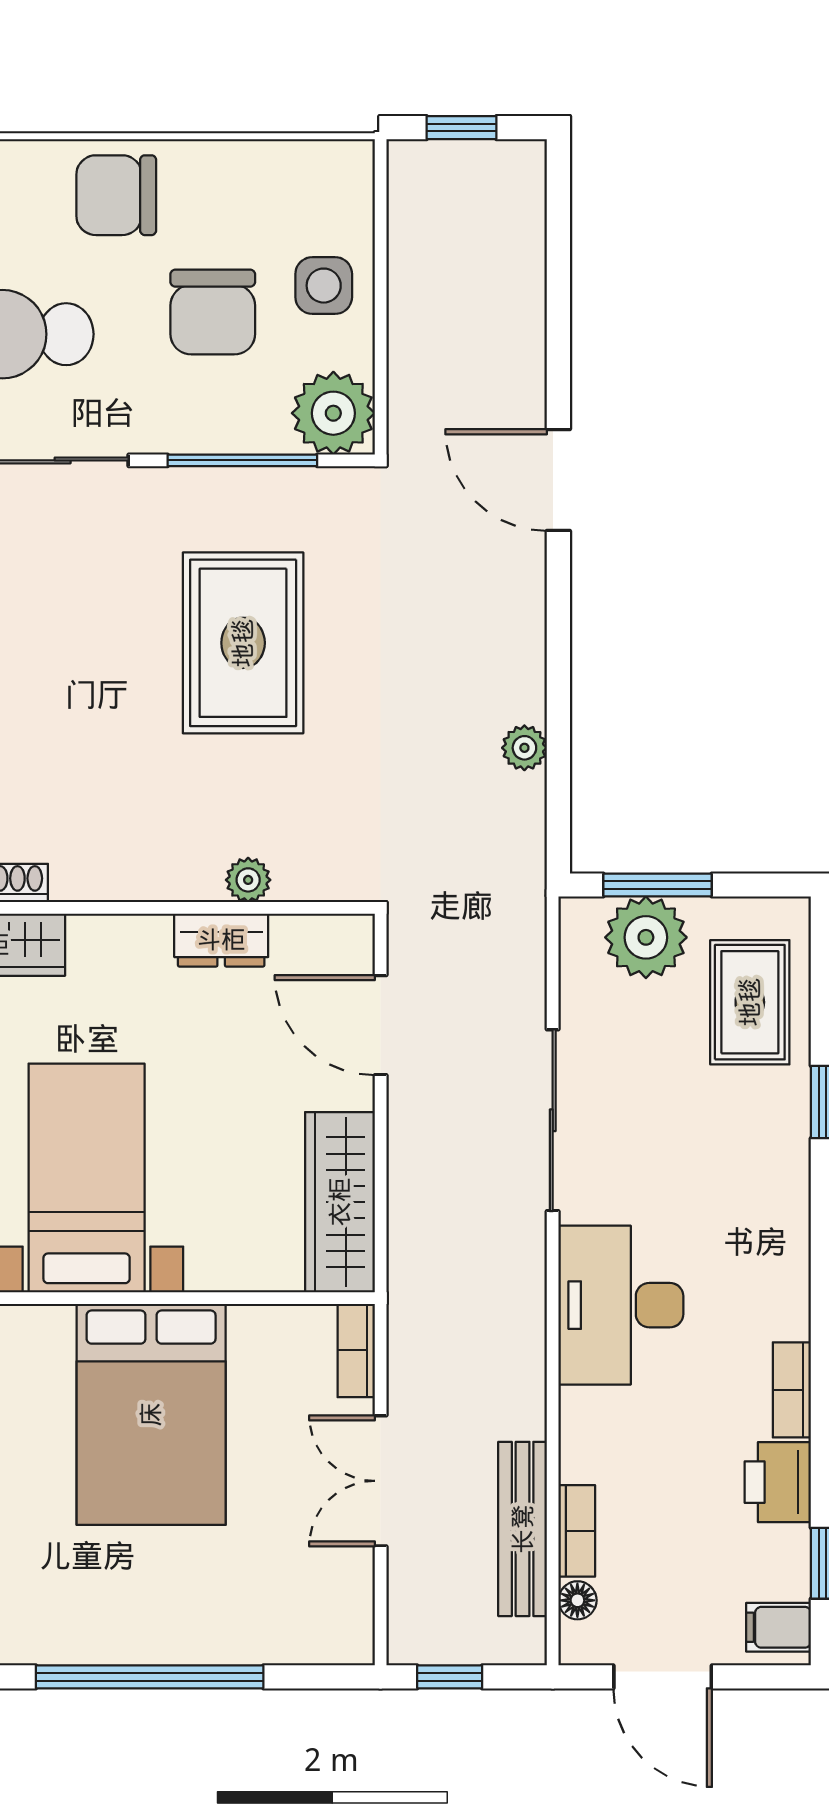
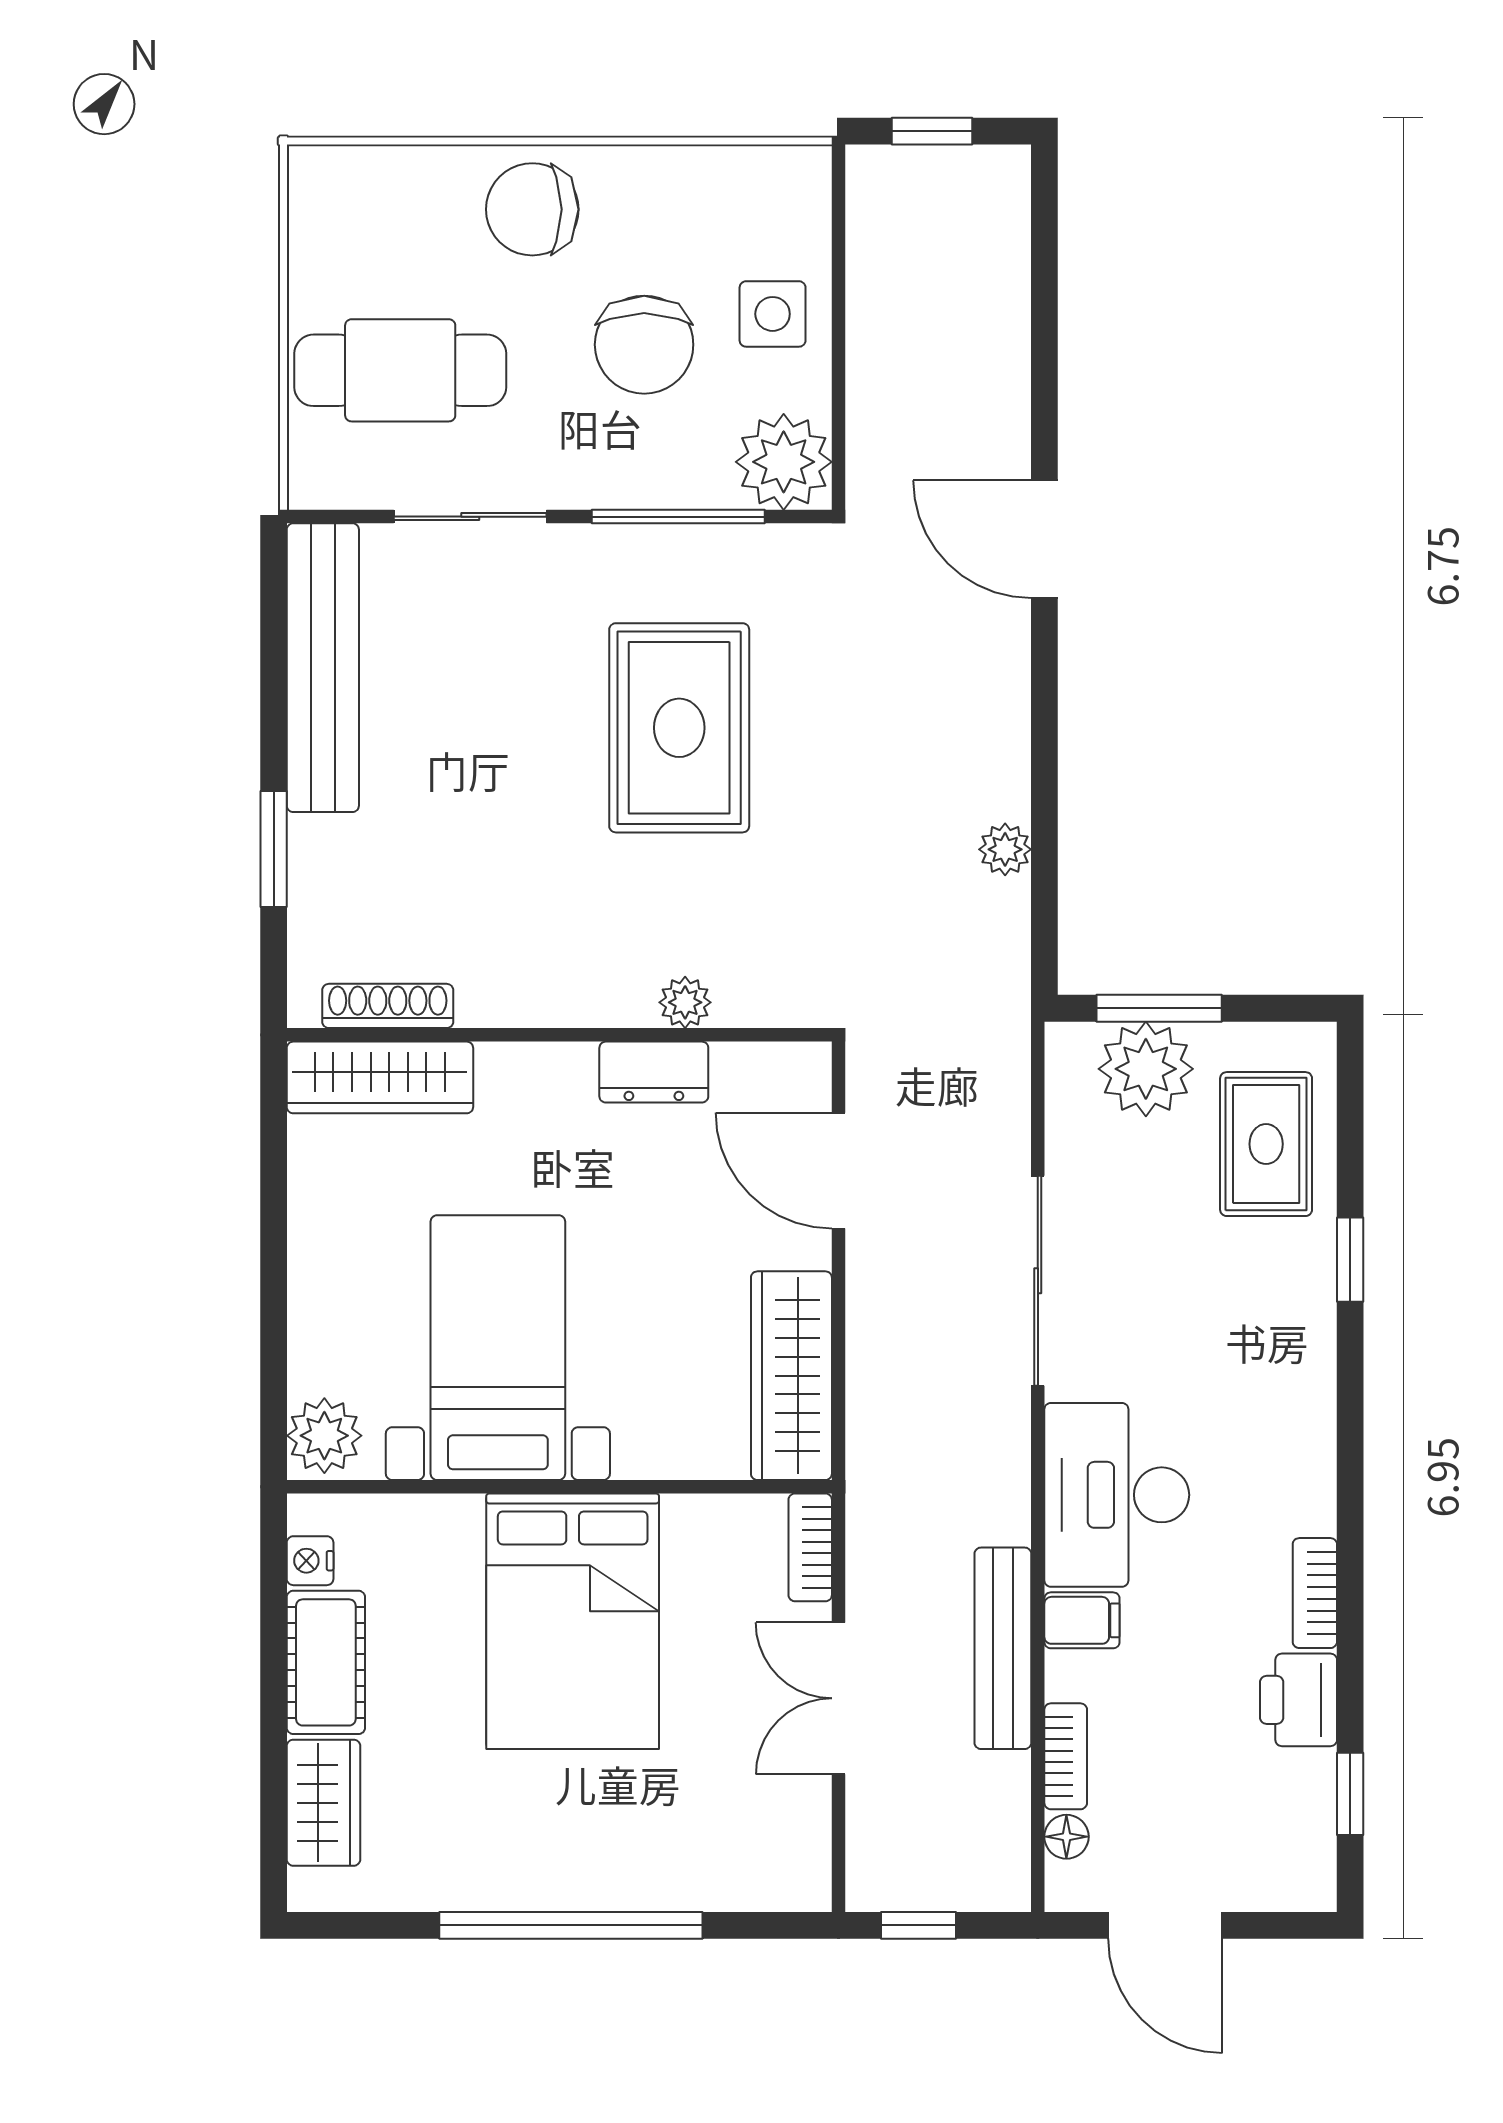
bench: (523, 1529) -> (1003, 1648), moved
filing cabinet: (778, 1627) -> (1082, 1620), moved, turned 180

